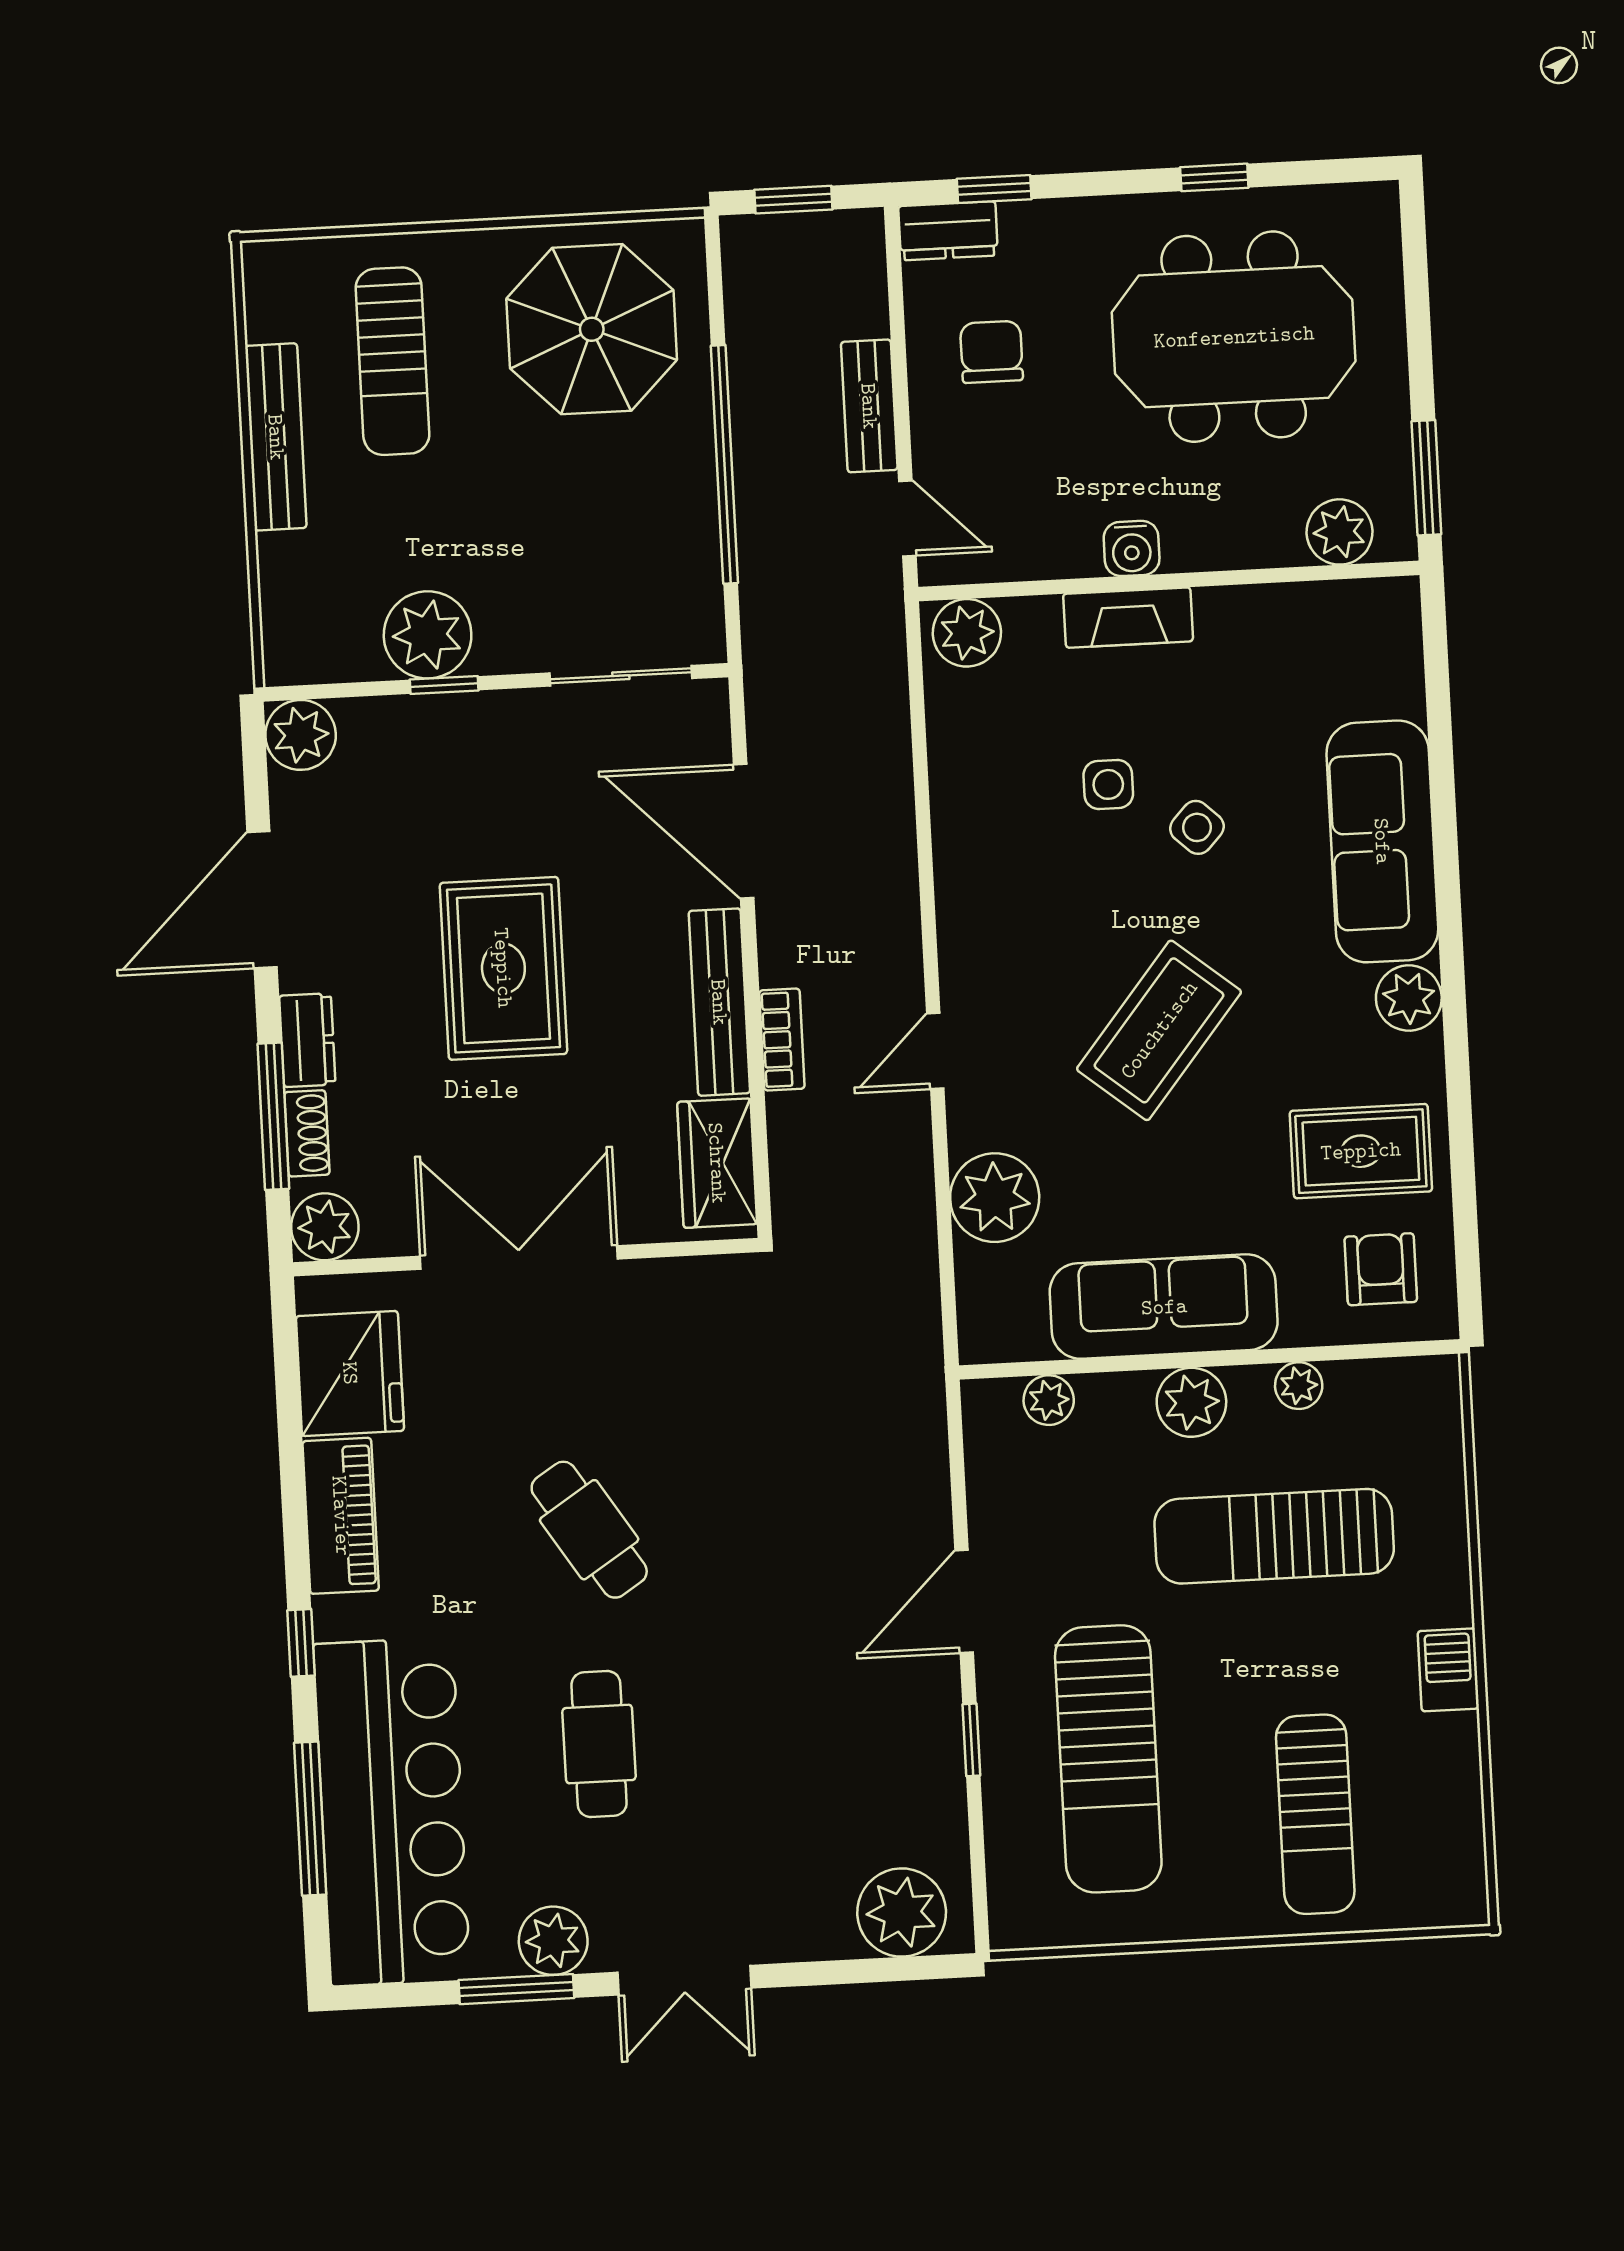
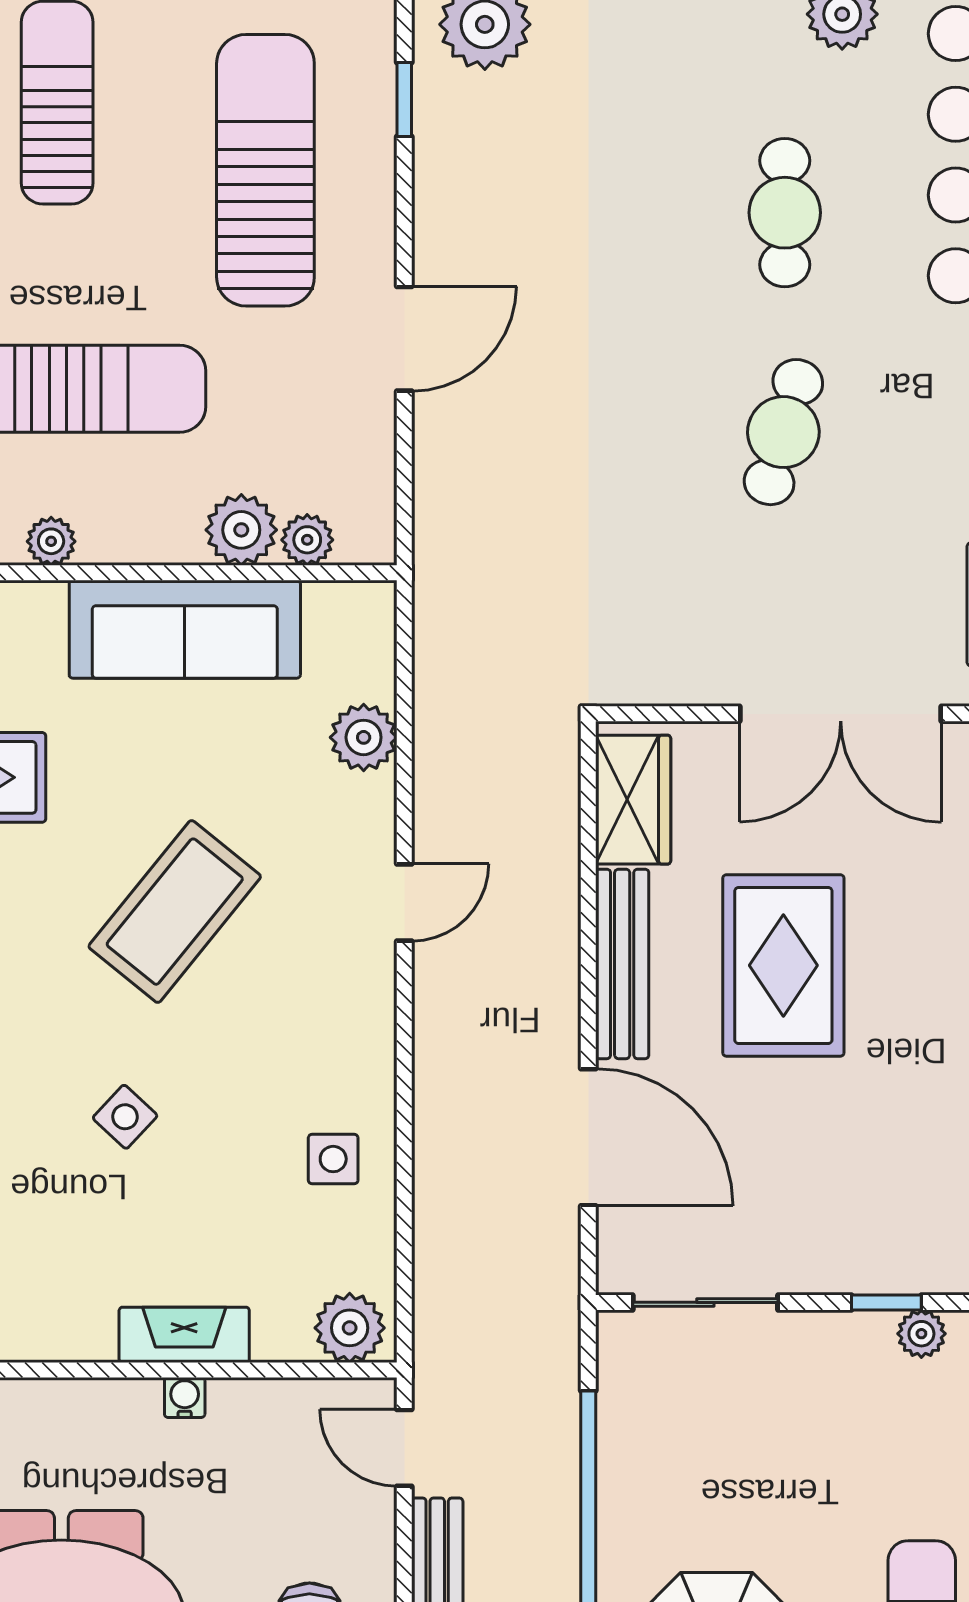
water cooler: (1132, 548) -> (185, 1397), width x0.72, depth x0.72
plant: (428, 635) -> (921, 1334), width x0.53, depth x0.53
side table: (1108, 784) -> (333, 1159), moved
rug: (503, 968) -> (783, 965), moved
bookcase: (782, 1040) -> (560, 922), removed
plant: (995, 1198) -> (364, 737), width x0.73, depth x0.73
plant: (1191, 1402) -> (241, 530), moved
cafe table: (589, 1530) -> (783, 432), turned 49
window: (971, 1740) -> (404, 99), moved

